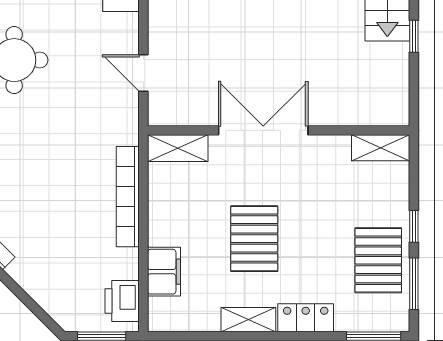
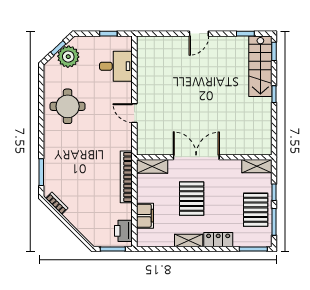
double door: (263, 130) -> (196, 157), moved
wall: (279, 130) -> (204, 157), moved
shelving: (178, 148) -> (152, 166), moved
shelving: (381, 148) -> (257, 166), moved

